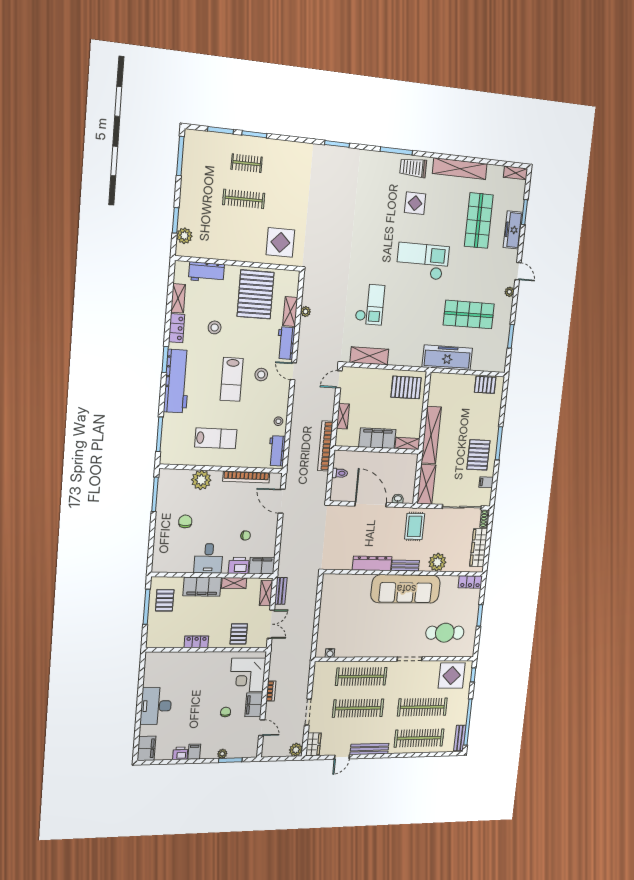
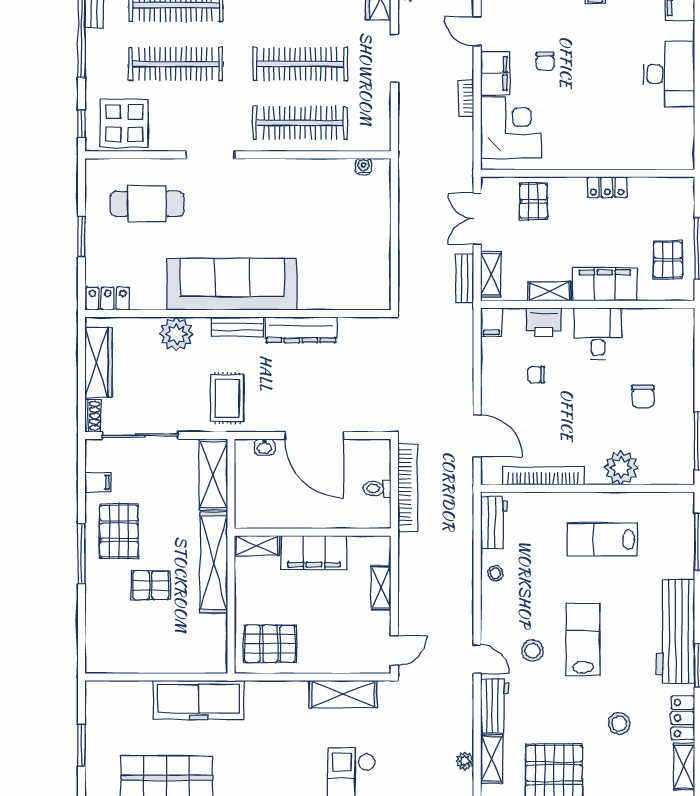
pallet: (485, 385) -> (151, 585), moved
bookcase: (325, 446) -> (408, 487), moved
filing cabinet: (262, 566) -> (492, 322), width x0.50

